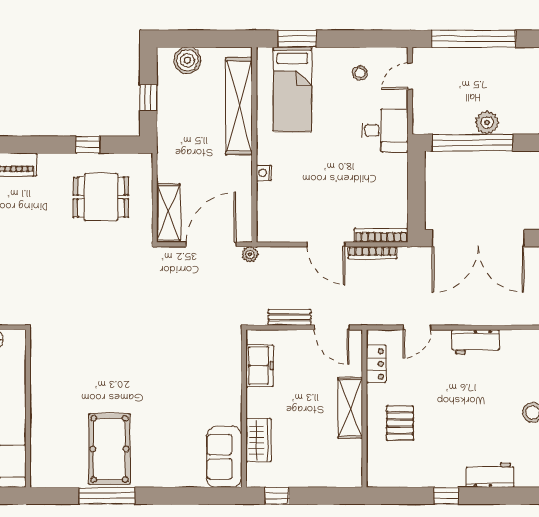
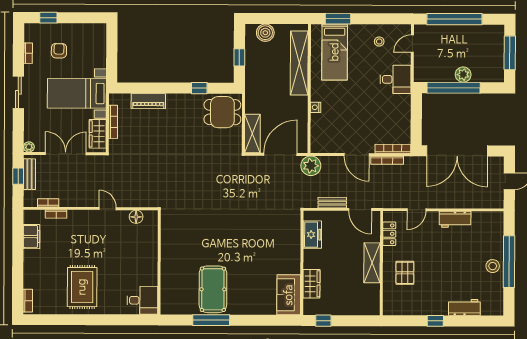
dining table: (101, 197) -> (222, 112), moved
plant: (250, 254) -> (311, 166), width x1.87, depth x1.87

